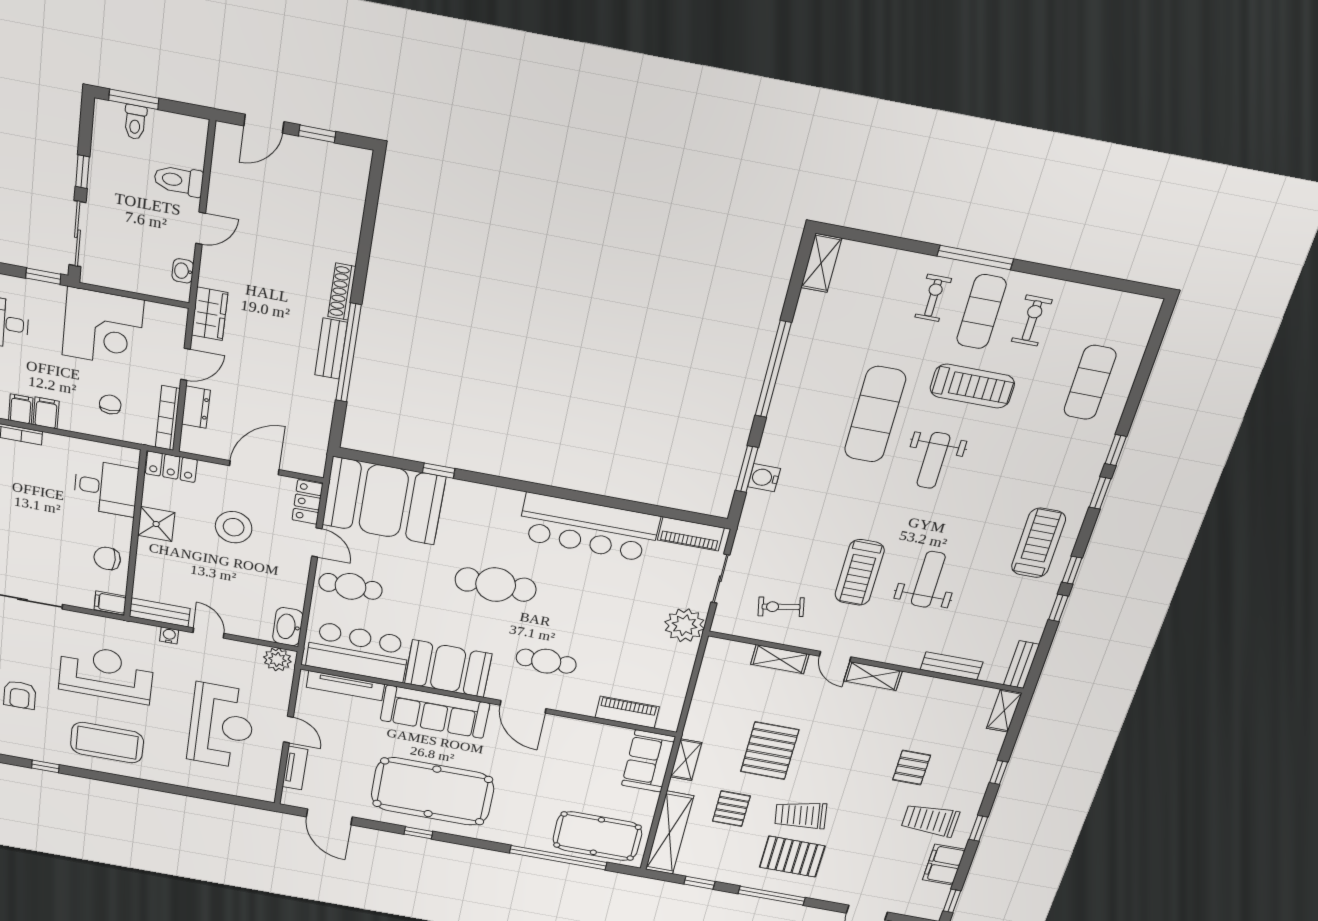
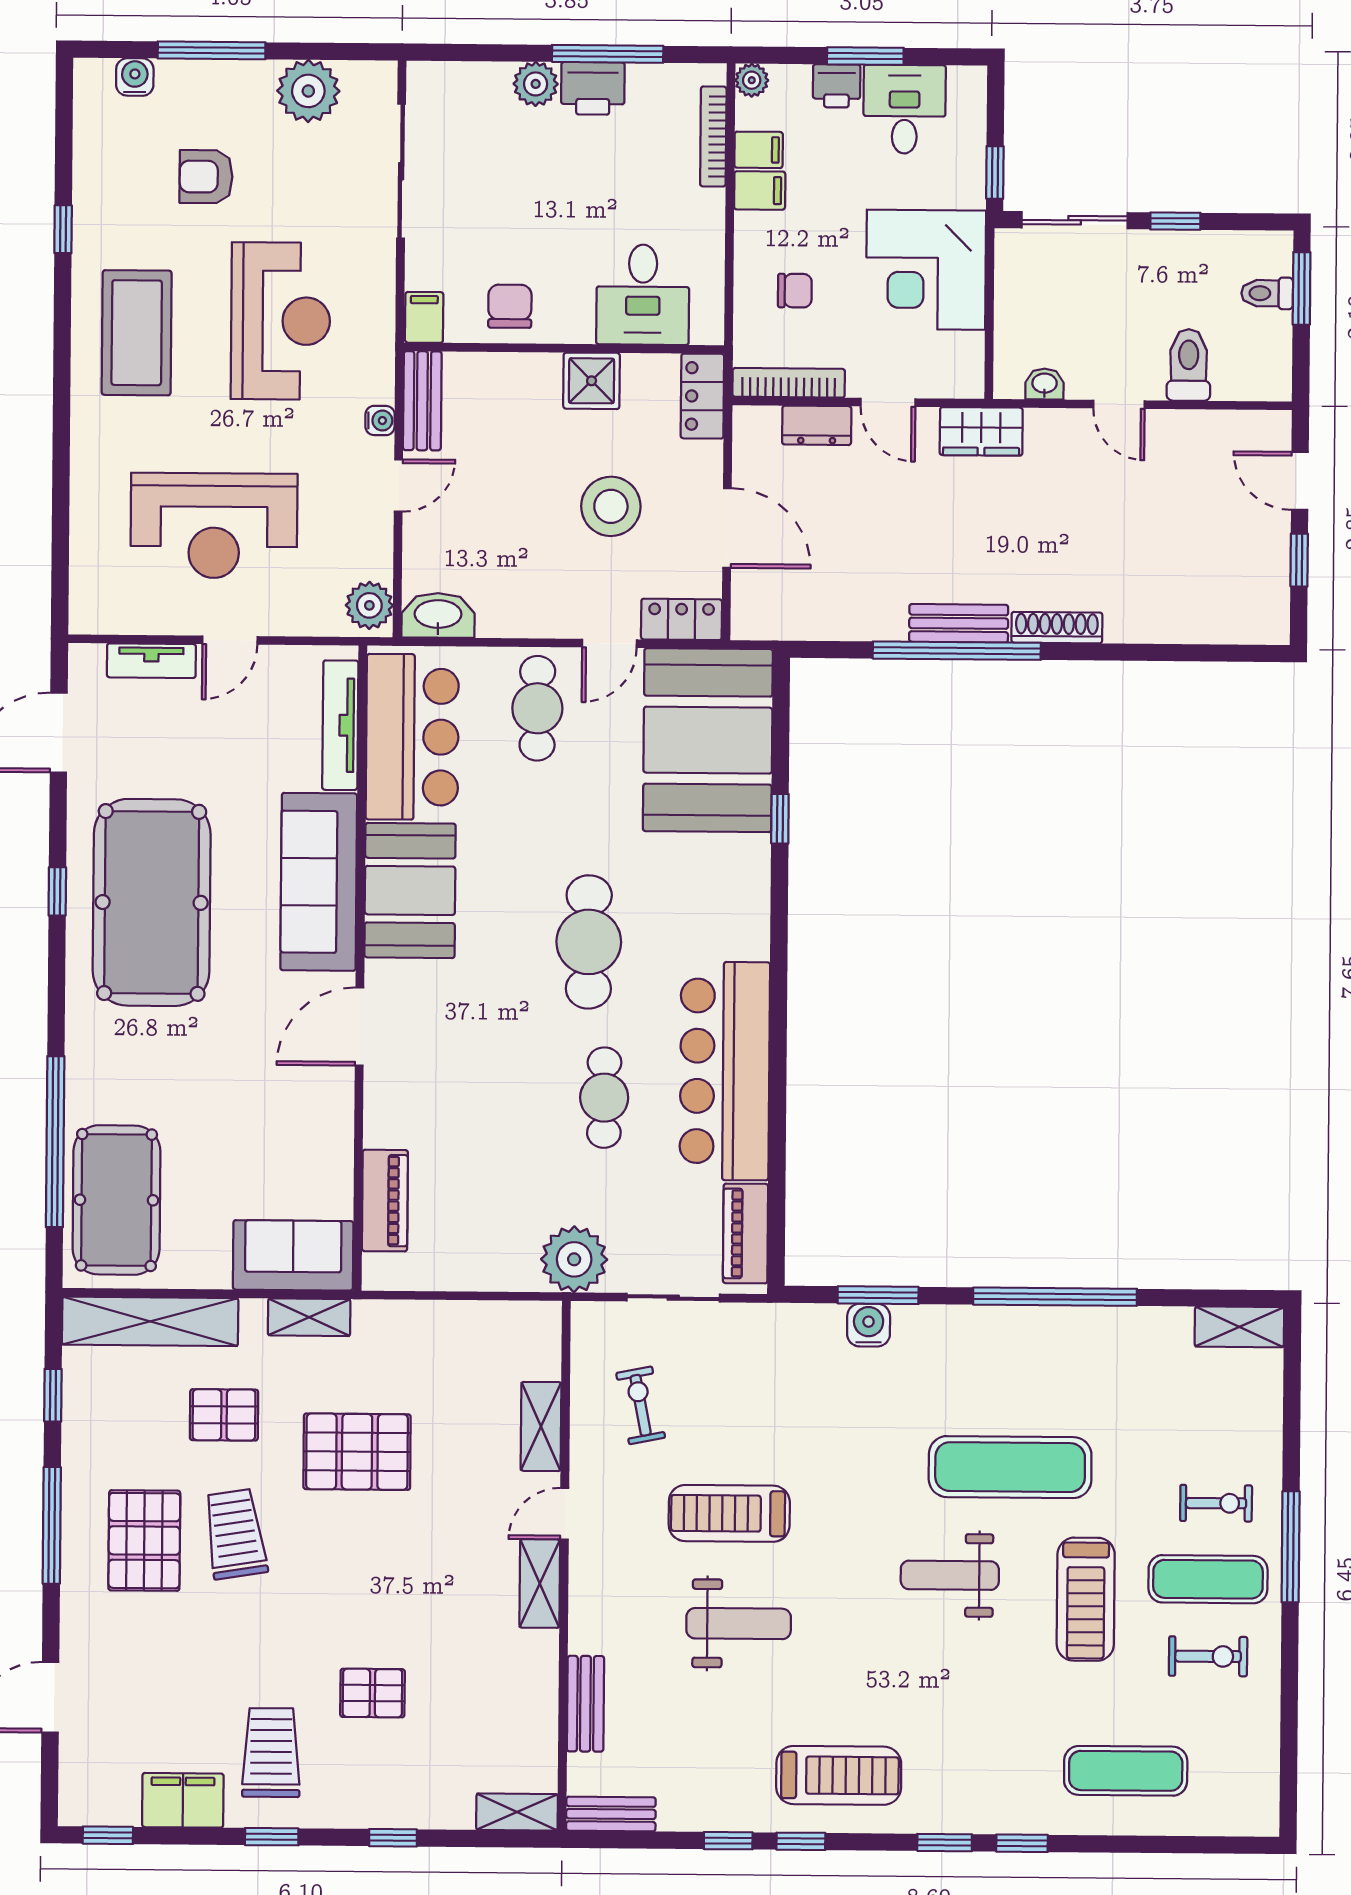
cafe table: (546, 661) -> (604, 1098), moved

